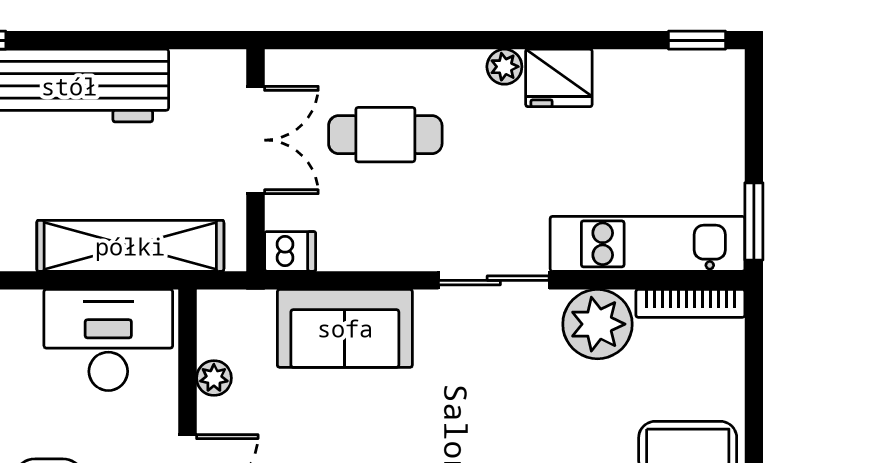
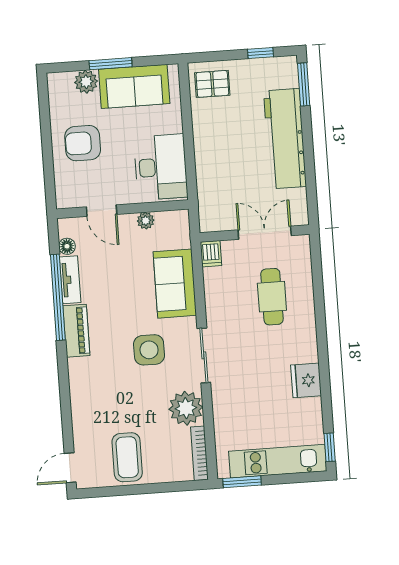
plant: (504, 67) -> (310, 353), removed
double door: (255, 140) -> (265, 233), swing flipped
kitchen unit: (647, 244) -> (278, 461), moved, turned -90
shelving: (130, 246) -> (208, 175), removed
side table: (475, 390) -> (149, 350), added

